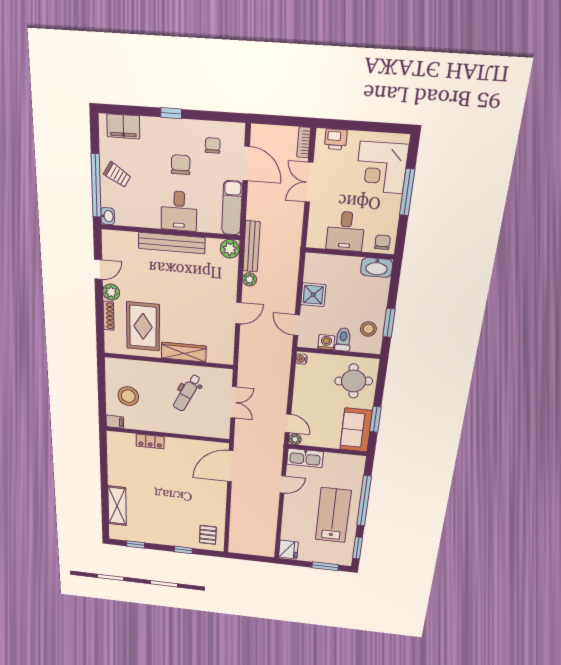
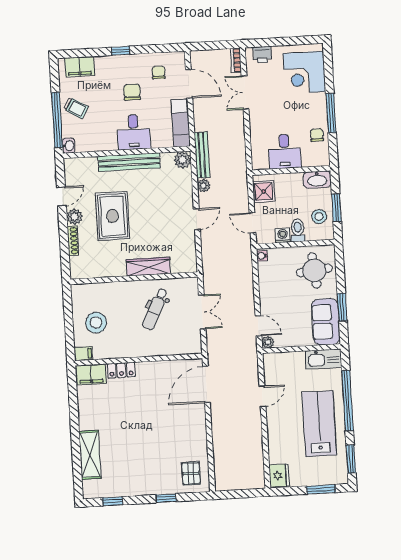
window: (407, 192) -> (331, 113), moved
desk: (346, 231) -> (284, 151), moved
wall: (349, 253) -> (291, 170), moved
washbasin: (377, 267) -> (317, 180), moved
rug: (143, 326) -> (112, 216), moved
filing cabinet: (121, 441) -> (91, 374), added
kitchen sink: (305, 458) -> (323, 359), moved

